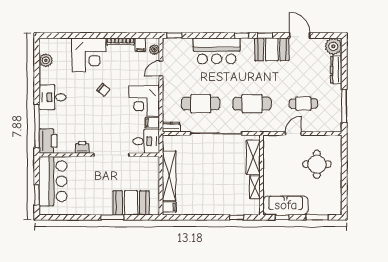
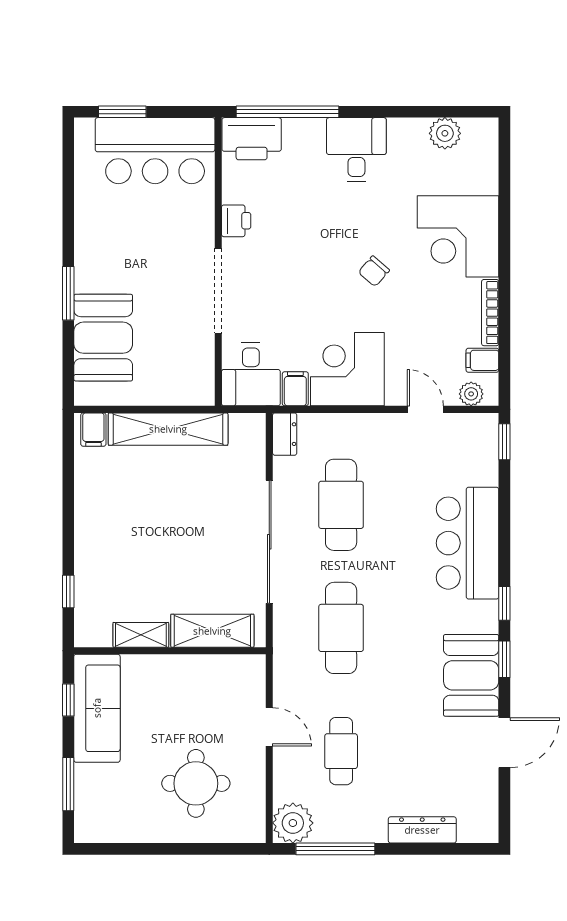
plant: (333, 46) -> (293, 823), moved

